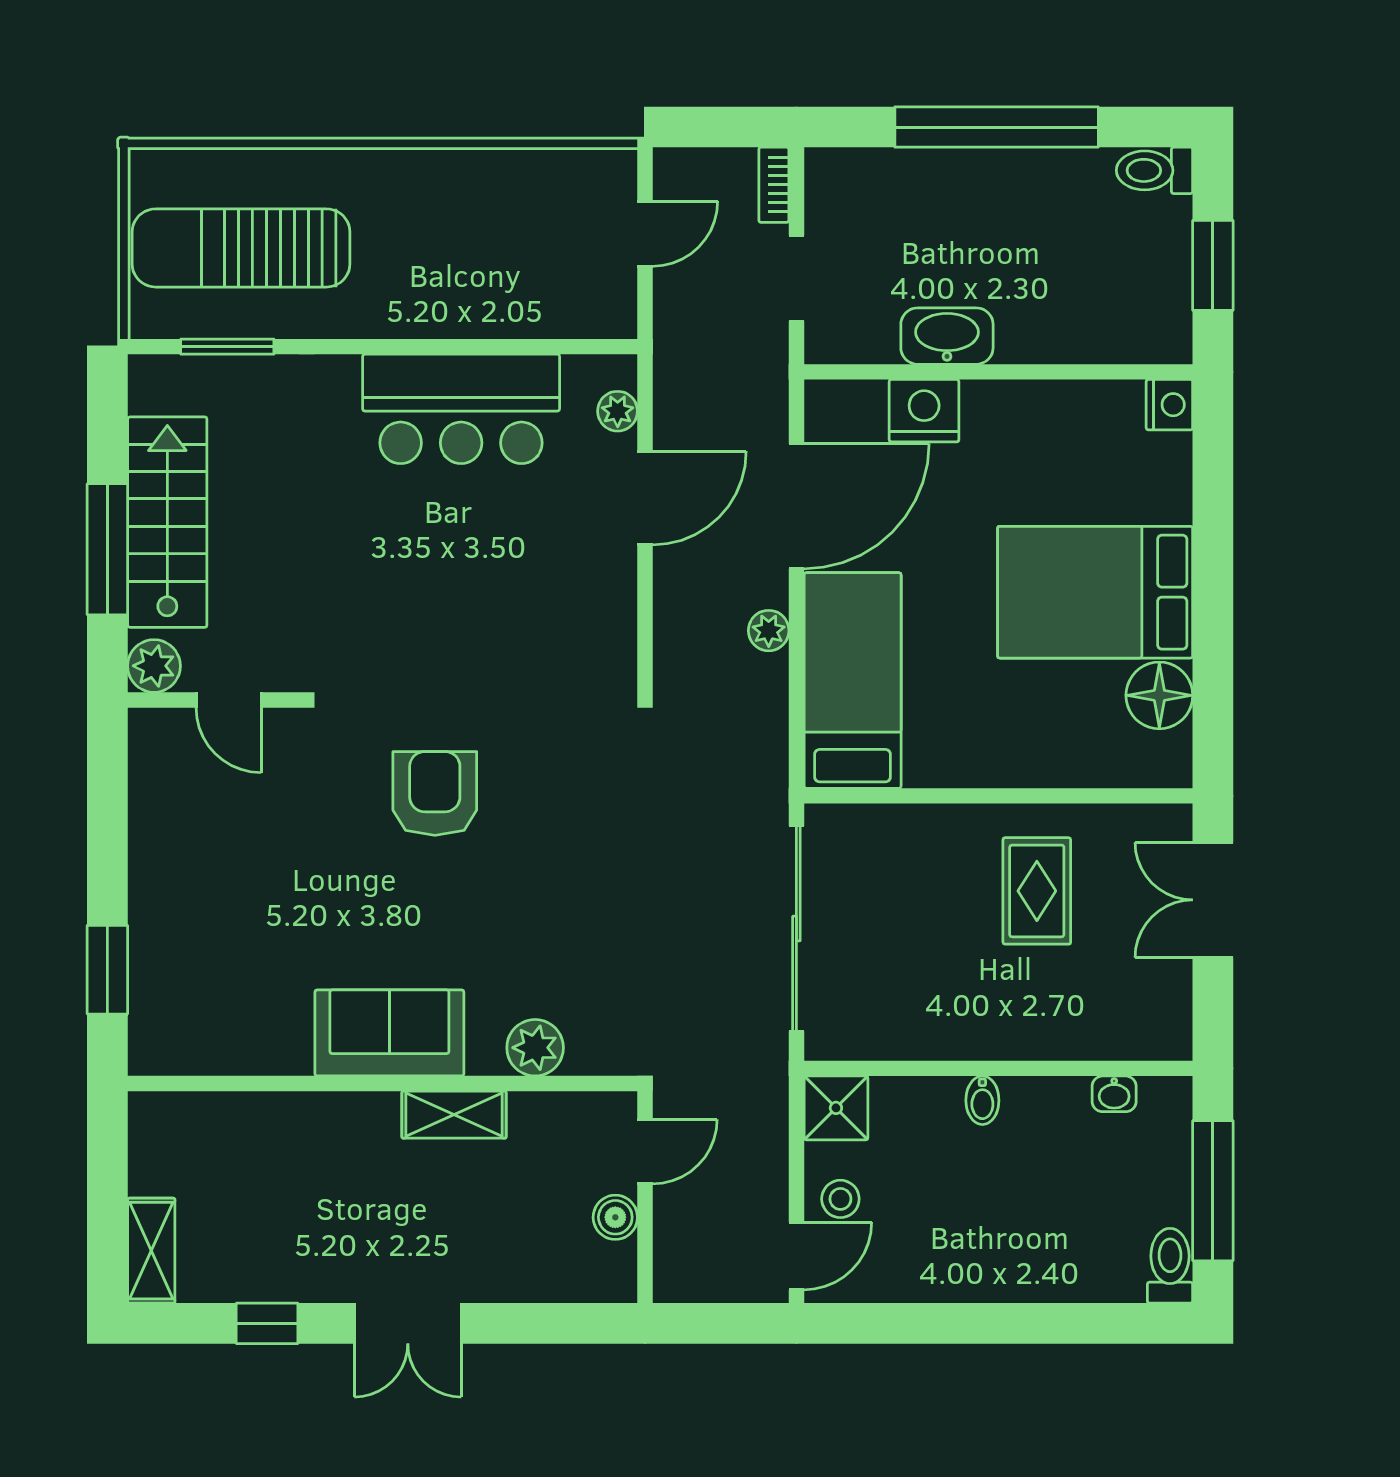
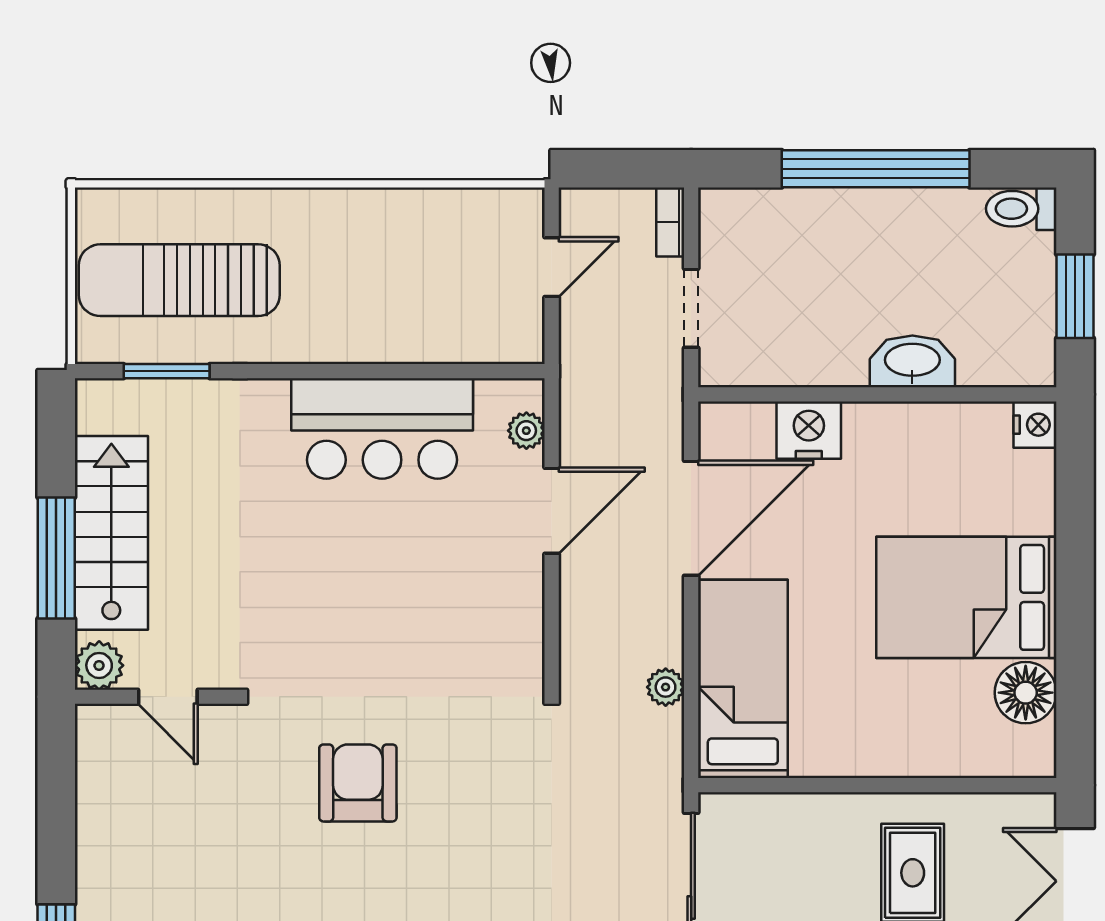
washbasin: (947, 336) -> (912, 361), moved
plant: (769, 631) -> (666, 687), moved

